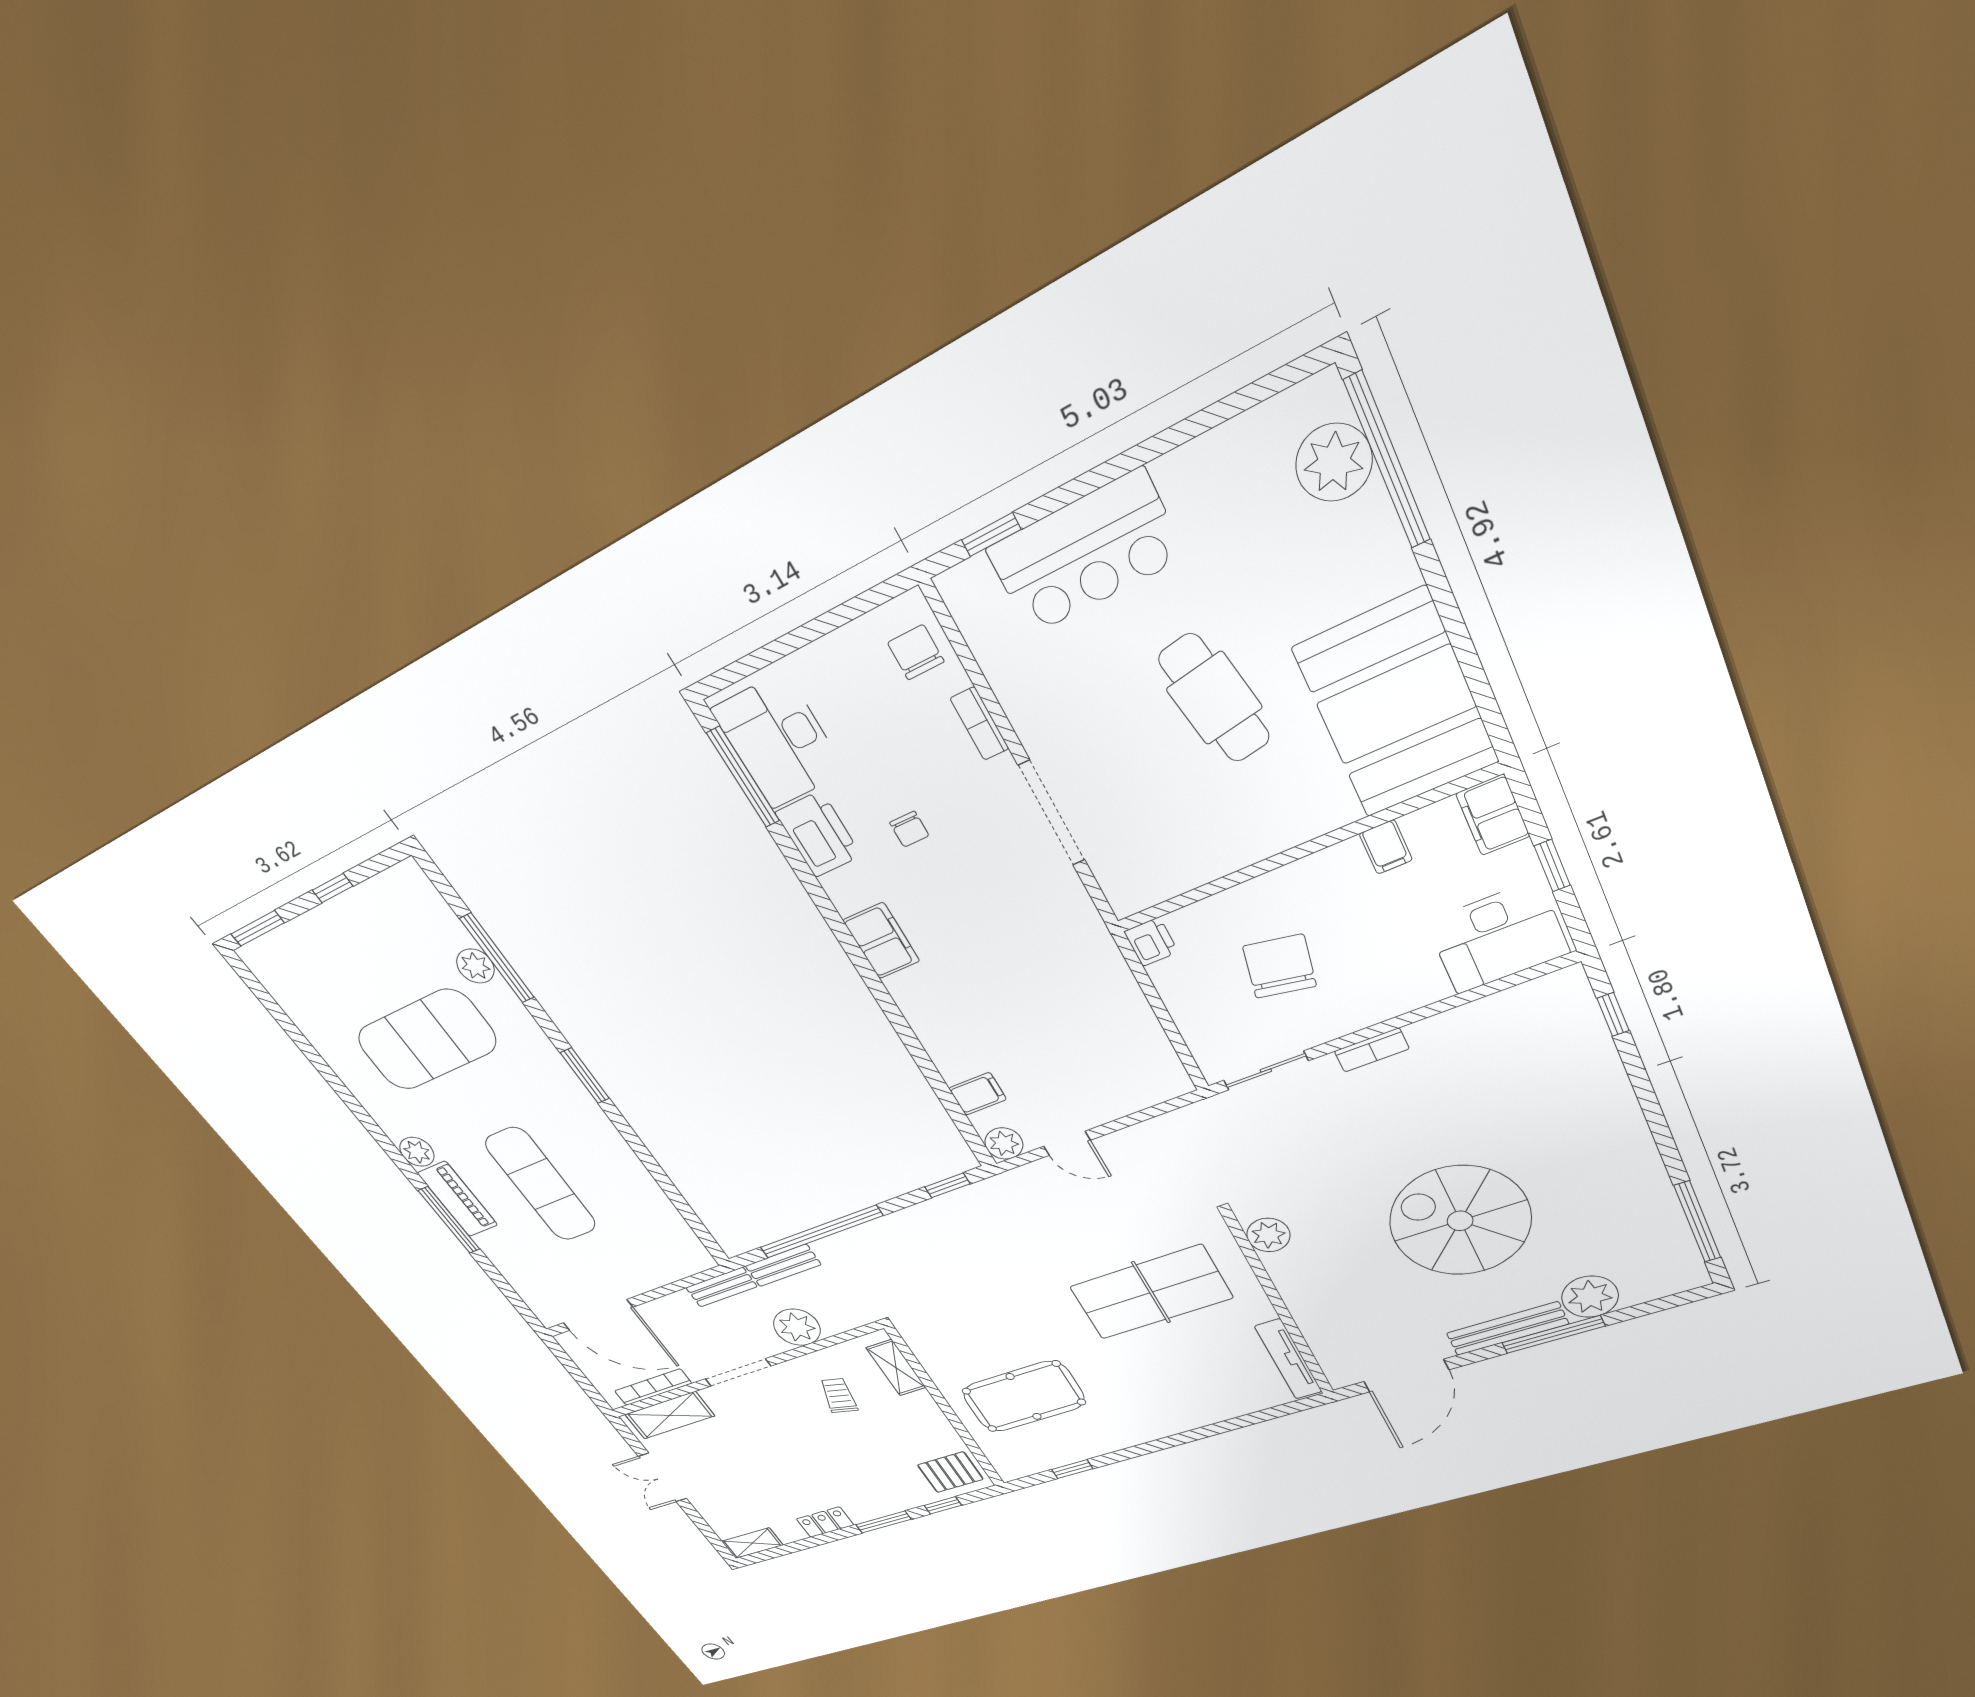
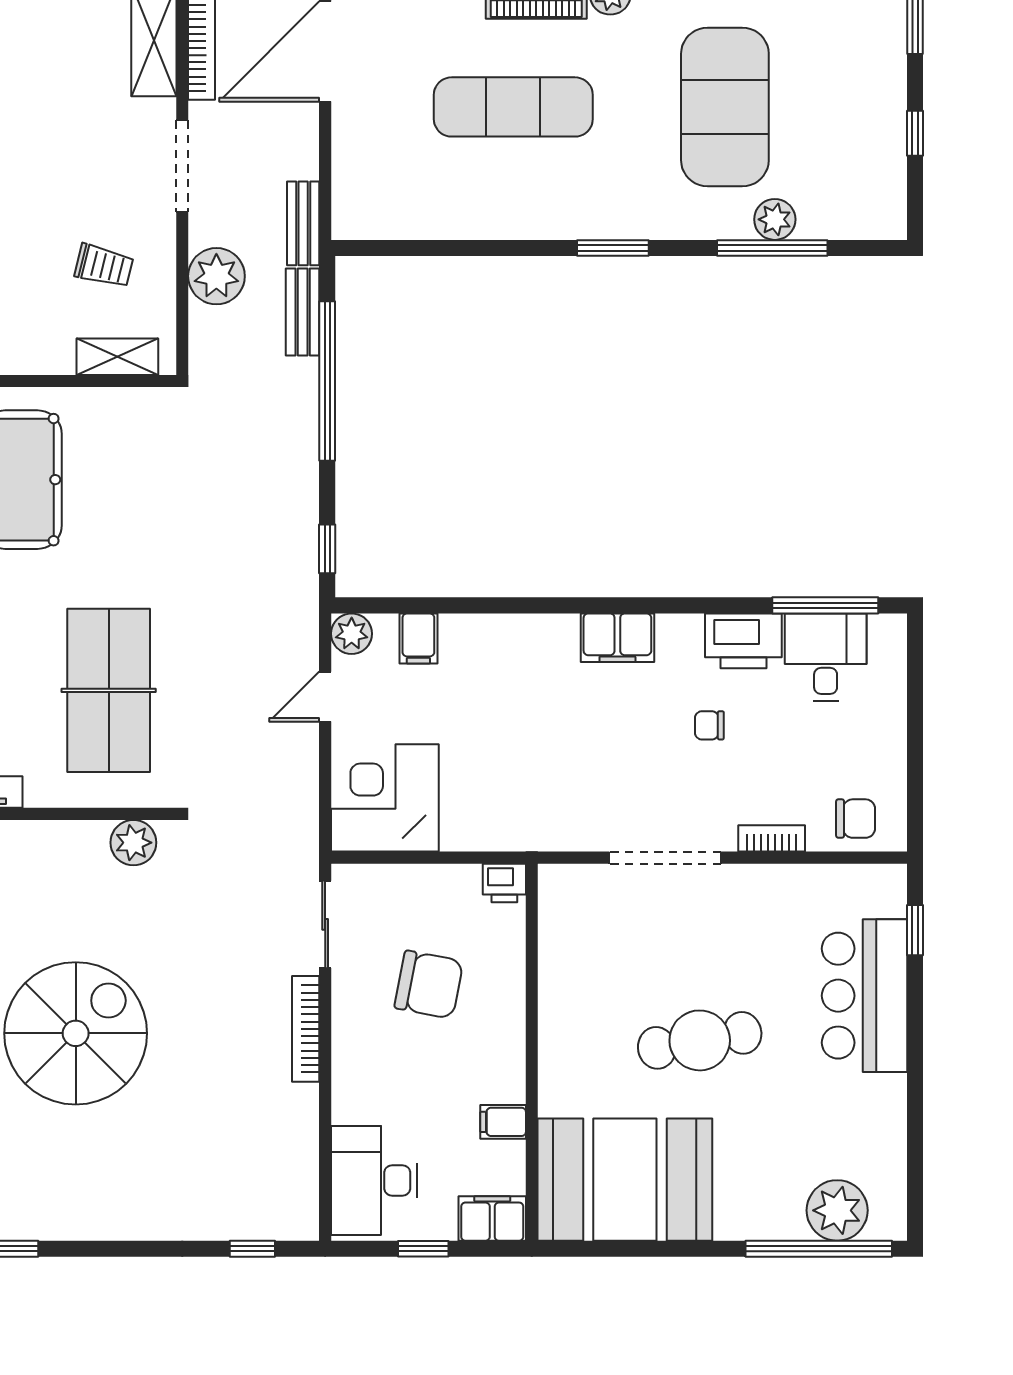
desk: (779, 741) -> (826, 657), width x0.73
bookcase: (1372, 1050) -> (306, 1029), width x1.56
corner desk: (1127, 1067) -> (385, 798), added

